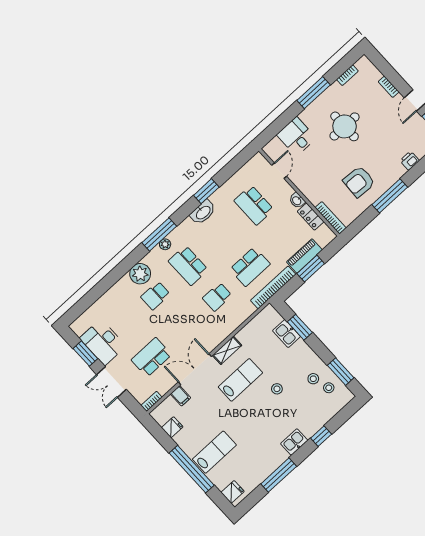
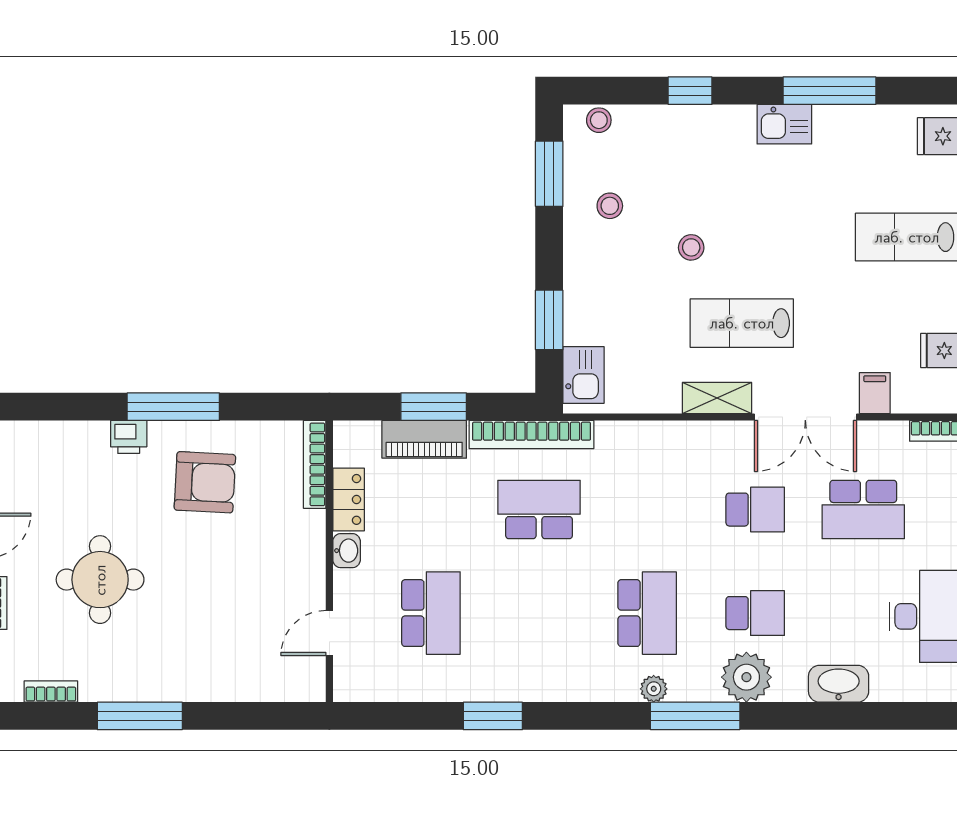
round table: (345, 126) -> (100, 580), moved
desk: (296, 136) -> (242, 666), removed
printer: (410, 161) -> (129, 437), moved
washbasin: (203, 212) -> (839, 684), moved
window: (159, 234) -> (695, 716), moved
school desk: (217, 297) -> (755, 510), moved
kitchen sink: (286, 334) -> (583, 375), moved
stool: (329, 388) -> (599, 120), moved
kitchen sink: (294, 442) -> (784, 124), moved

